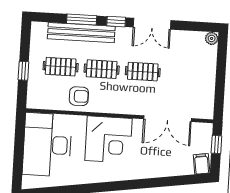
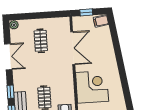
double door: (152, 24) -> (8, 57), moved
clothes rail: (143, 72) -> (41, 41), moved

